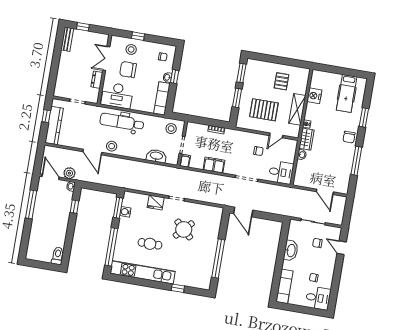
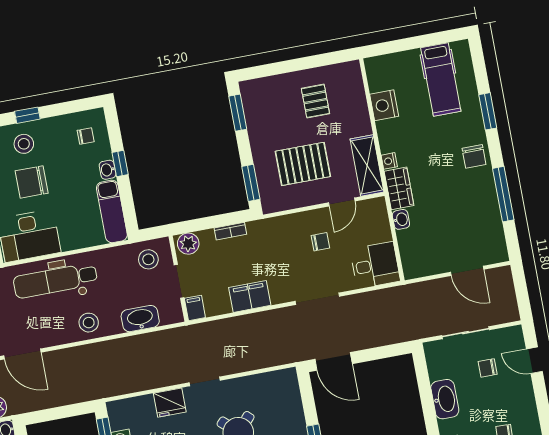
window: (237, 98) -> (251, 183), moved
shelving: (297, 109) -> (367, 165), moved
plant: (193, 128) -> (188, 244), added
stool: (112, 146) -> (89, 323), moved

